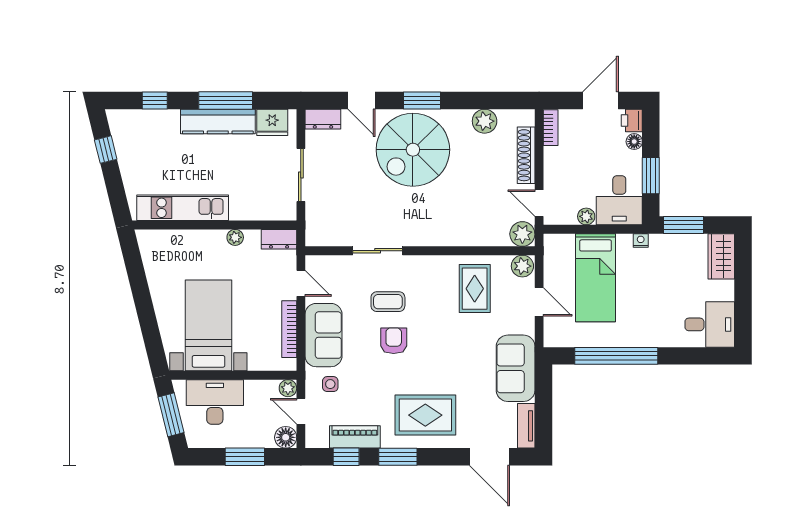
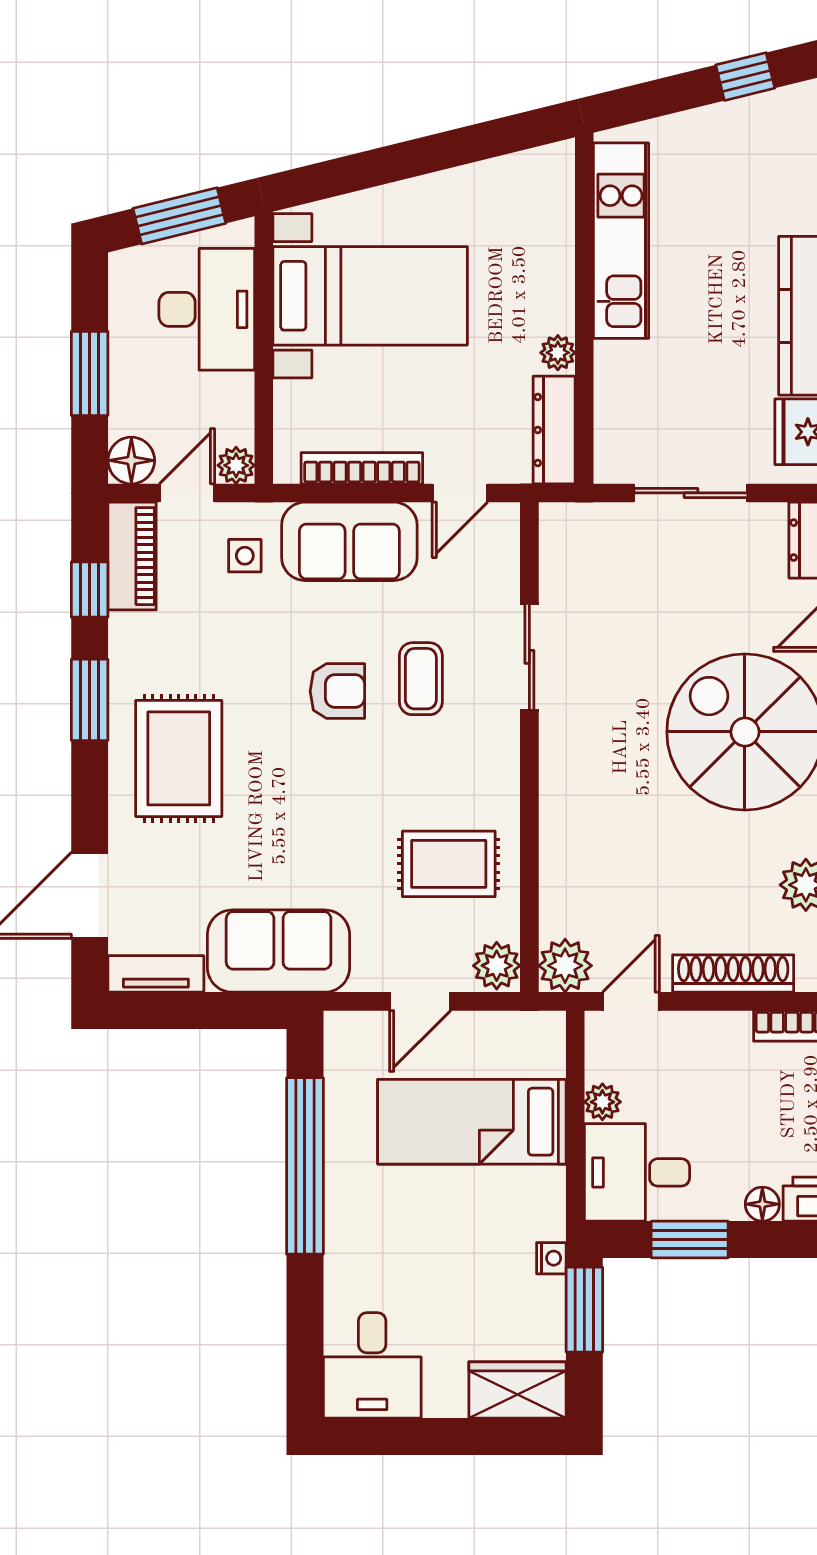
dresser: (279, 239) -> (554, 430), width x1.44
nightstand: (641, 240) -> (551, 1258), moved
piano: (355, 437) -> (132, 556), moved

